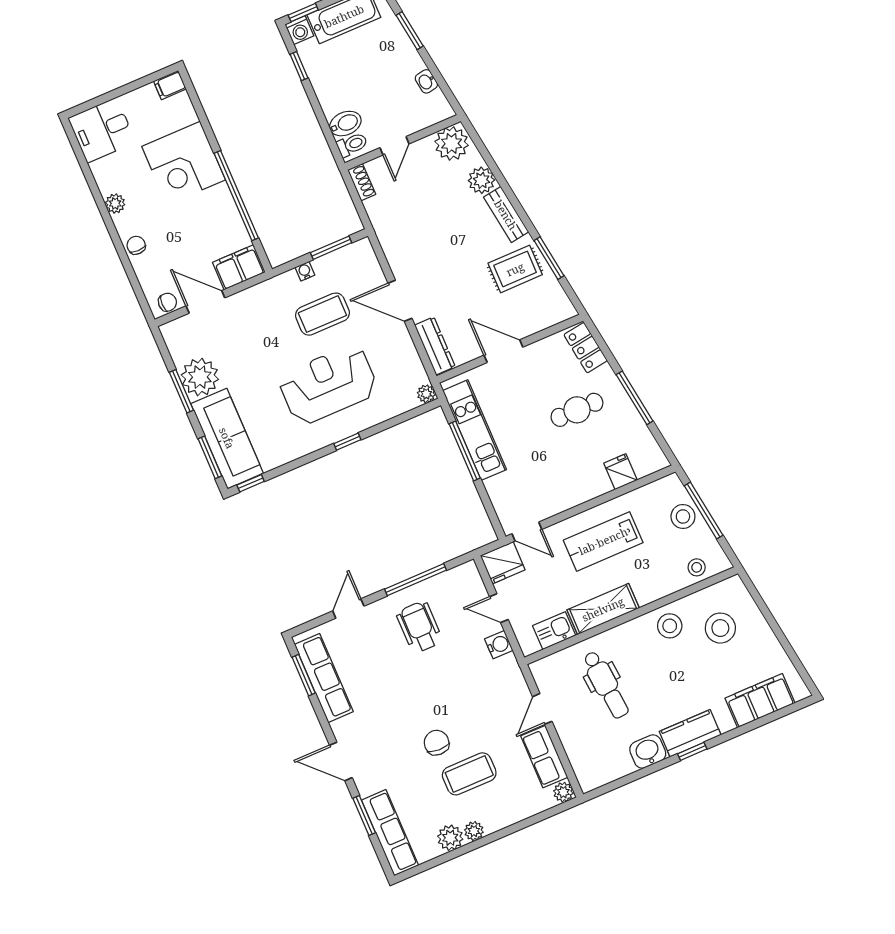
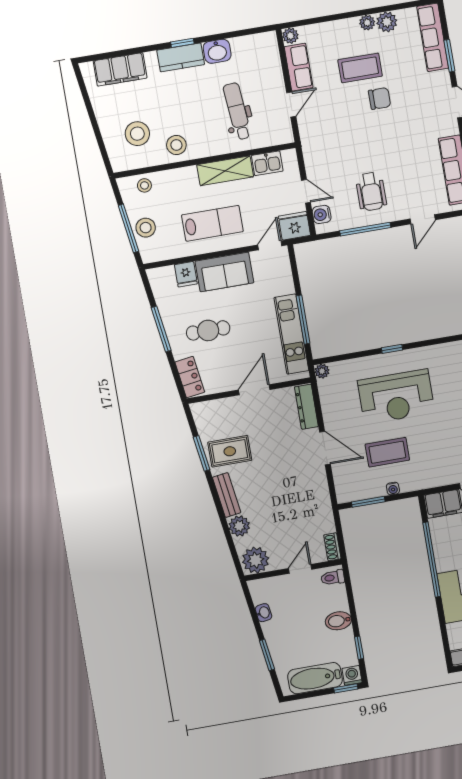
bidet: (345, 124) -> (338, 621), moved
door: (503, 351) -> (254, 390), swing flipped
sofa: (574, 486) -> (224, 272), added
door: (527, 532) -> (270, 245), hinge flipped
water cooler: (499, 645) -> (322, 214), moved
chair: (437, 743) -> (380, 98), turned -92

